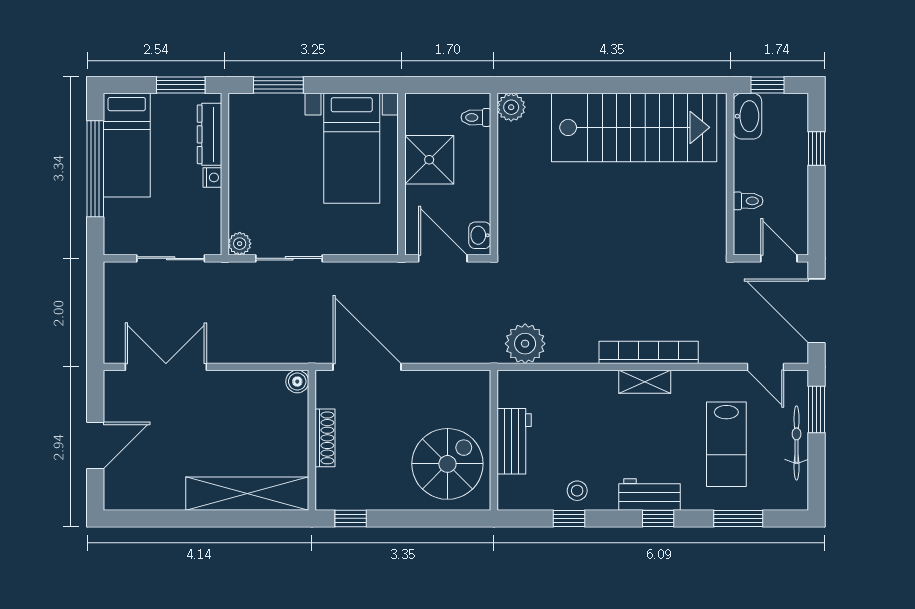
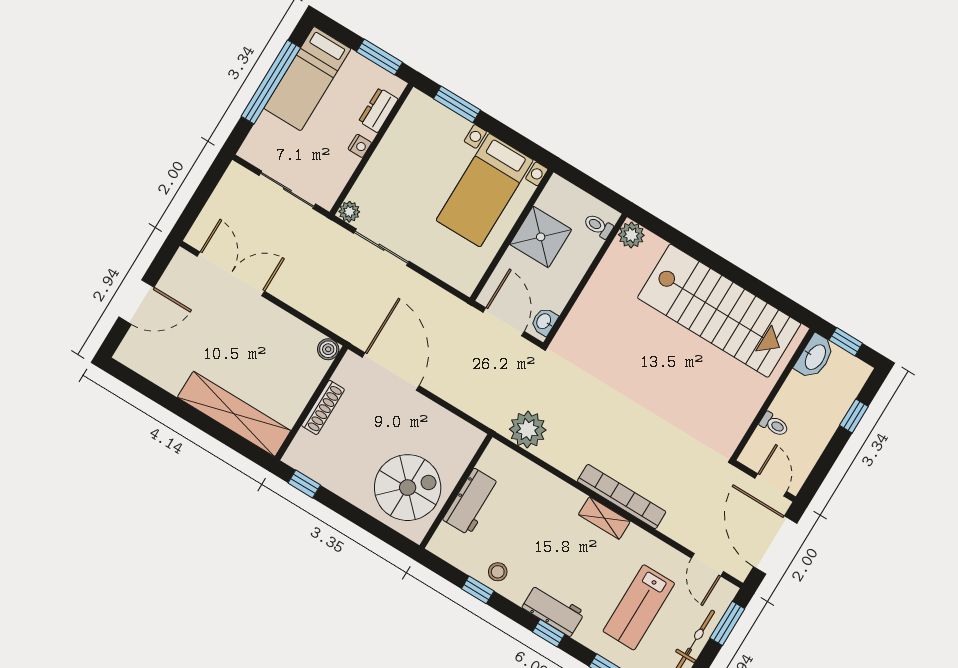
dresser: (210, 134) -> (378, 110), width x0.70

